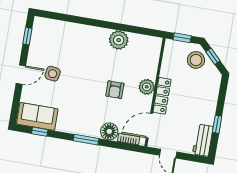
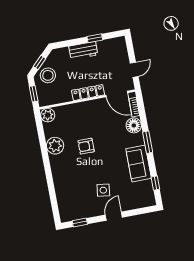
door: (21, 75) -> (114, 216), hinge flipped
plant: (147, 87) -> (48, 115), moved
armchair: (115, 90) -> (86, 146), moved, turned 180
sofa: (37, 116) -> (139, 164), moved
workbench: (203, 140) -> (83, 51), moved

